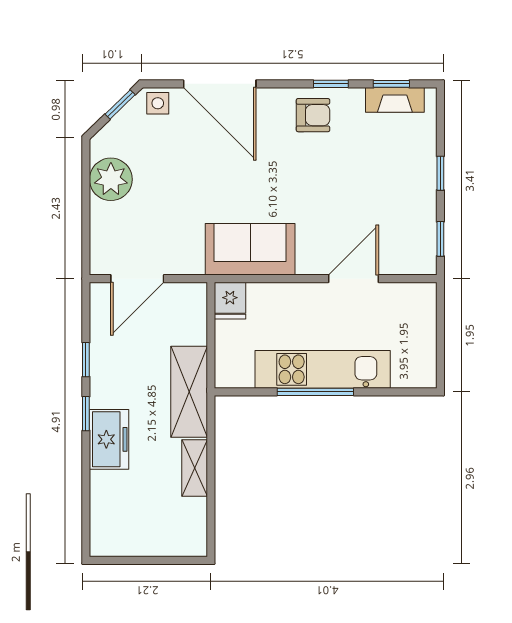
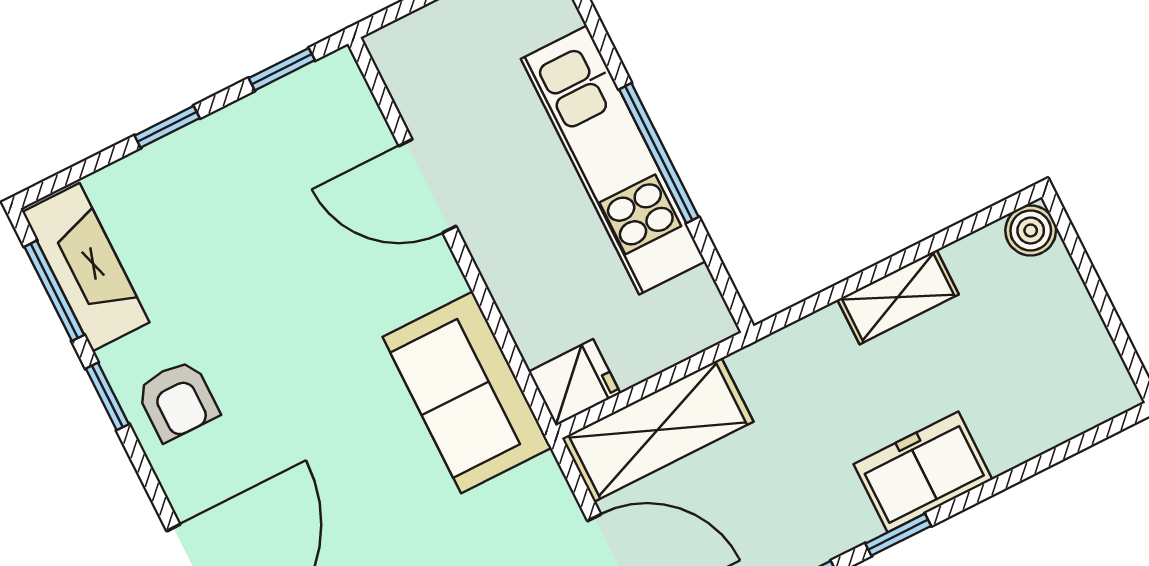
window: (391, 84) -> (54, 291), width x1.50
fireplace: (395, 100) -> (86, 267), width x1.37, depth x1.32
armchair: (313, 115) -> (177, 400), turned 180
shelving: (189, 392) -> (658, 430), moved
boiler: (195, 544) -> (1031, 230), added

